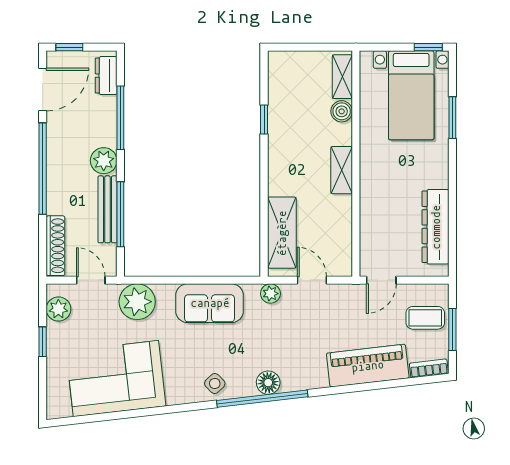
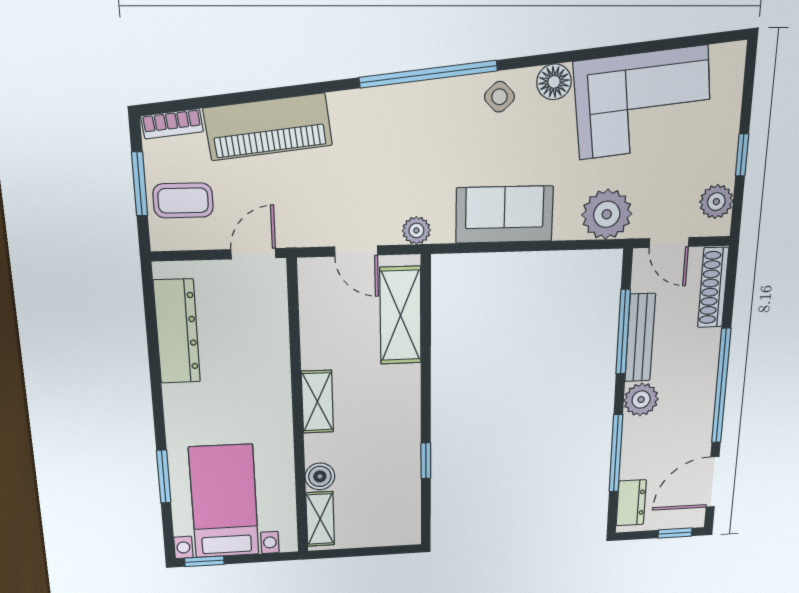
floor lamp: (268, 383) -> (554, 82), moved

